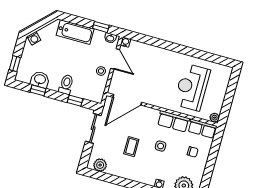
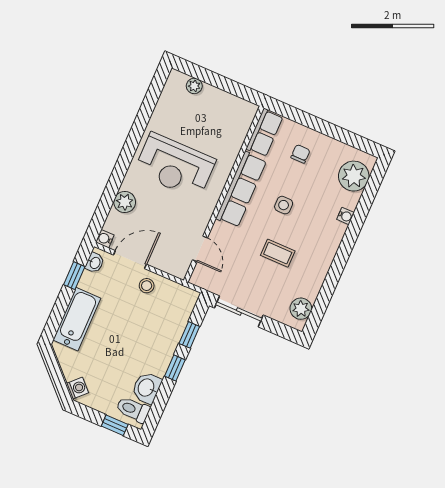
plant: (149, 51) -> (125, 202), added
toilet: (66, 84) -> (133, 409), moved
reception desk: (192, 87) -> (175, 166), moved
window: (38, 90) -> (175, 368), moved
door: (127, 100) -> (200, 249), width x0.53
plant: (215, 118) -> (194, 86), moved
row of seats: (173, 121) -> (241, 189), width x1.48

